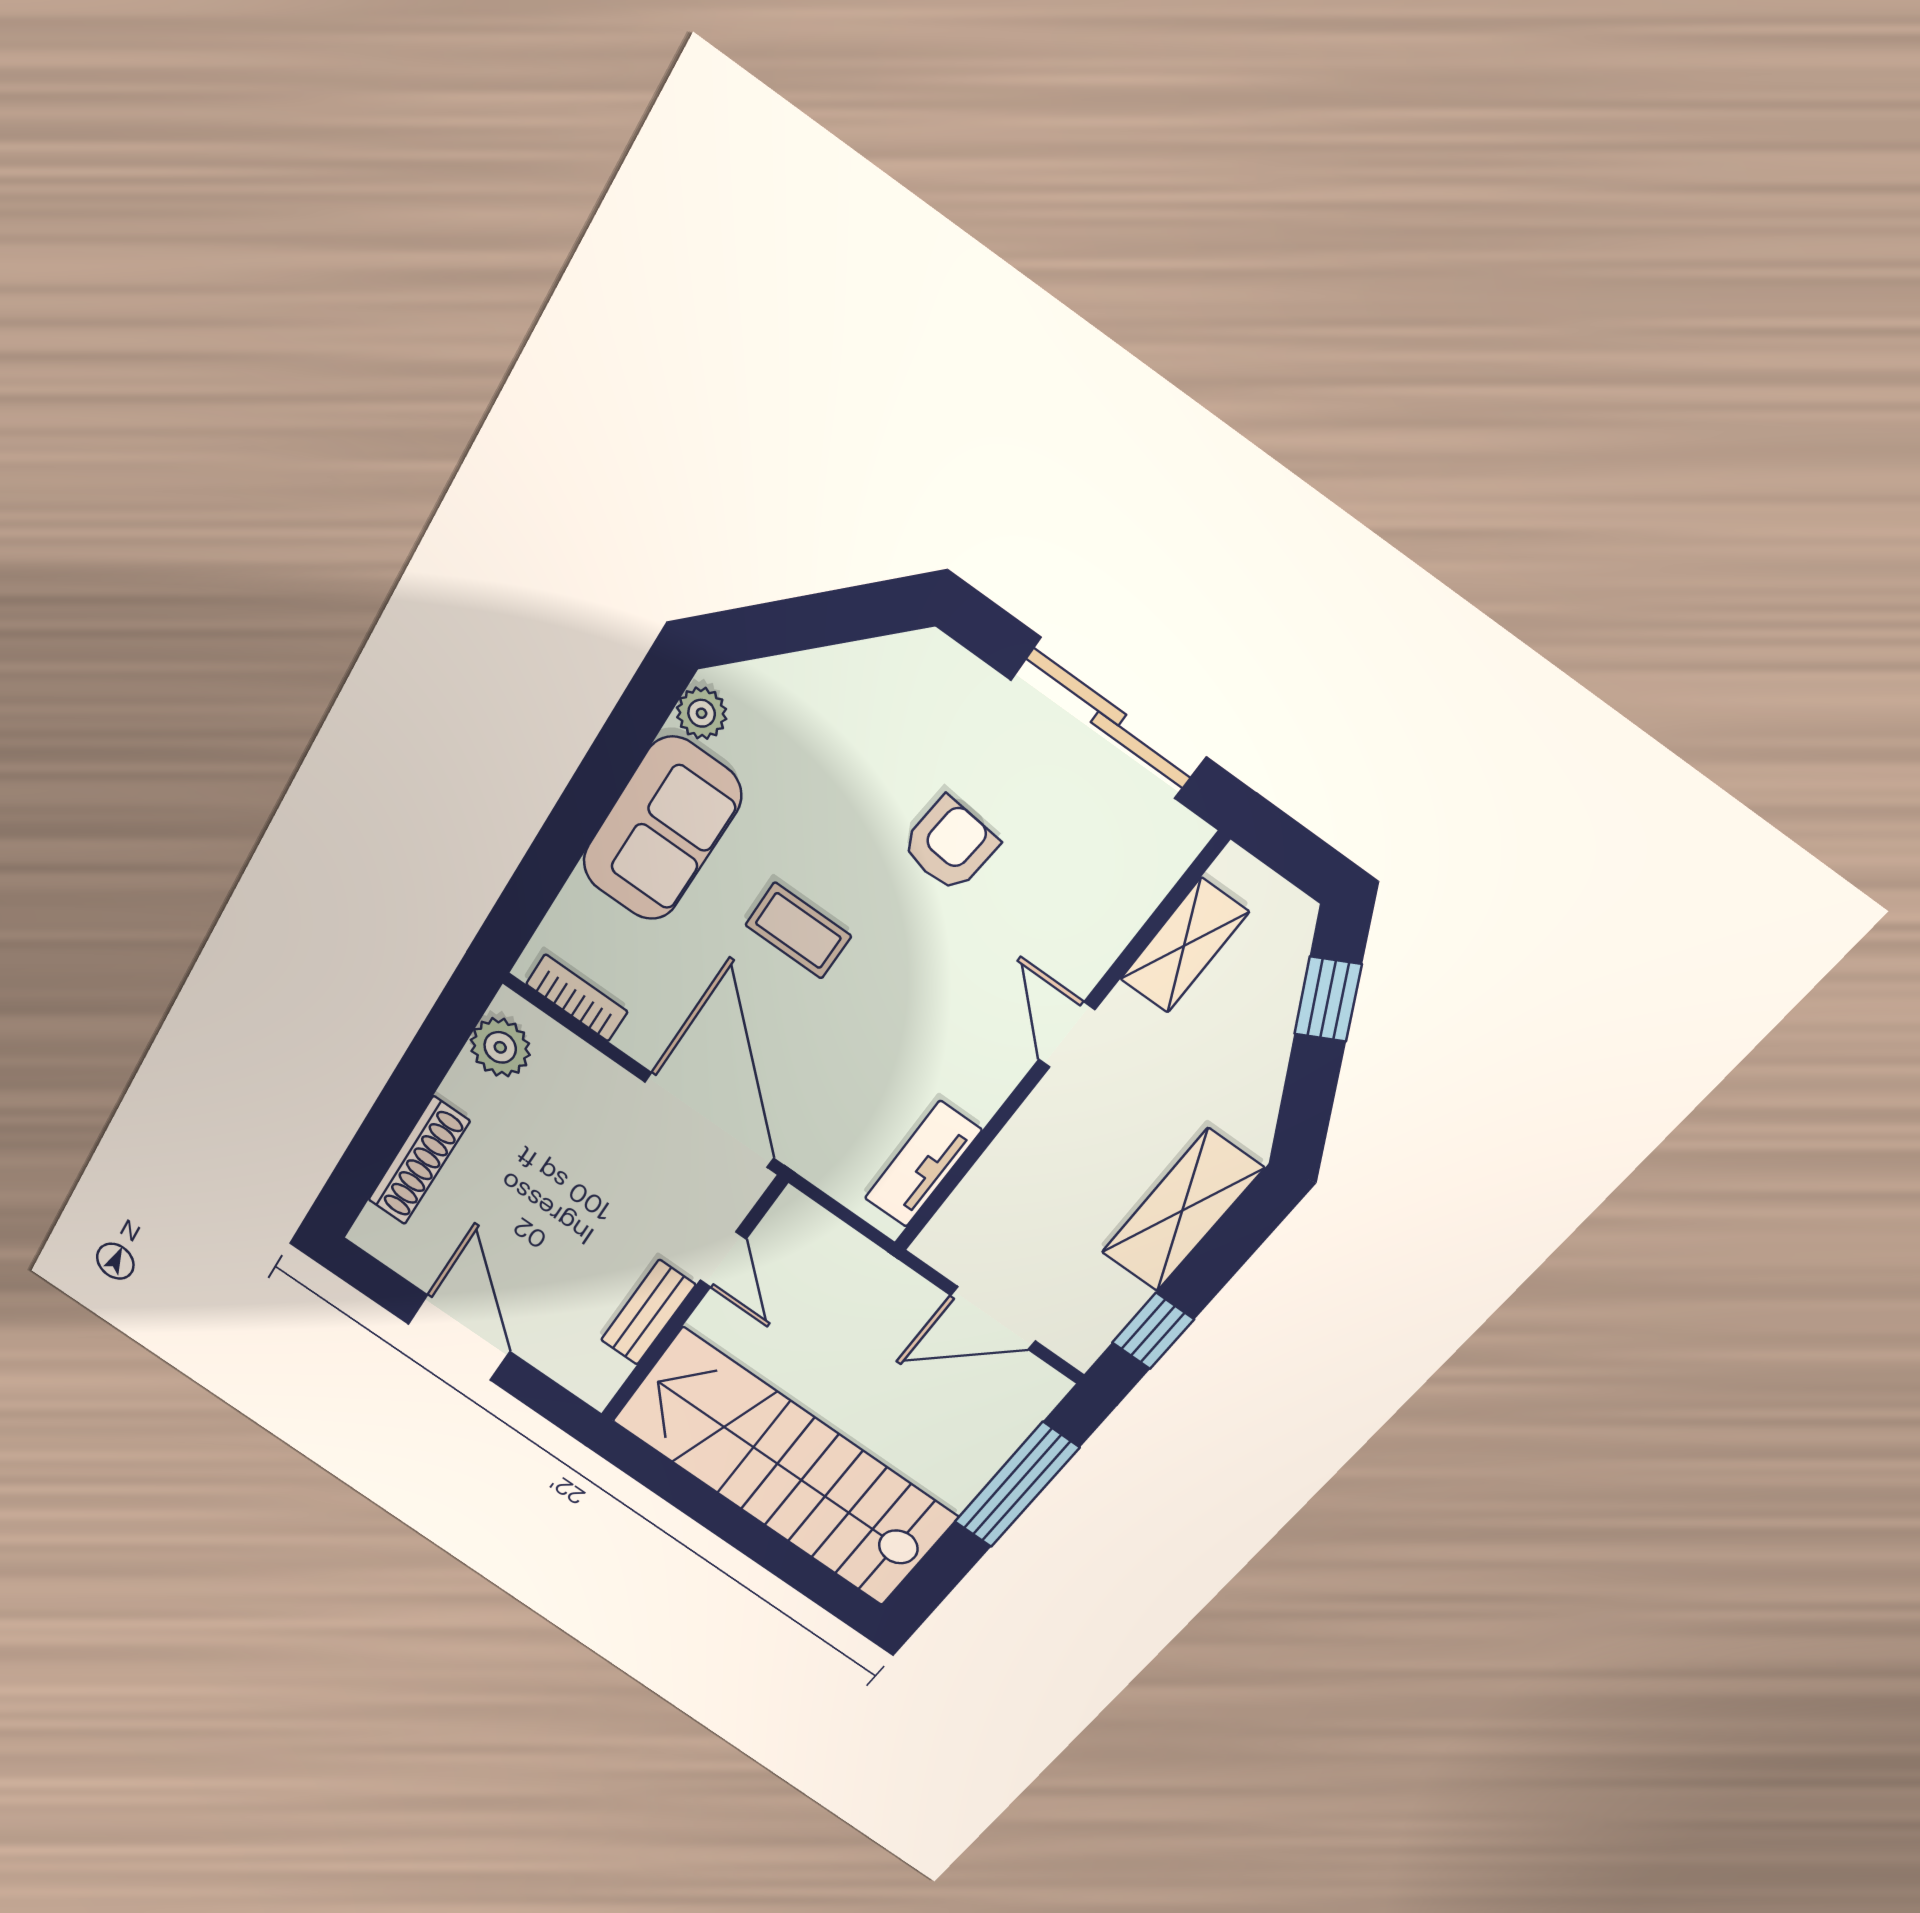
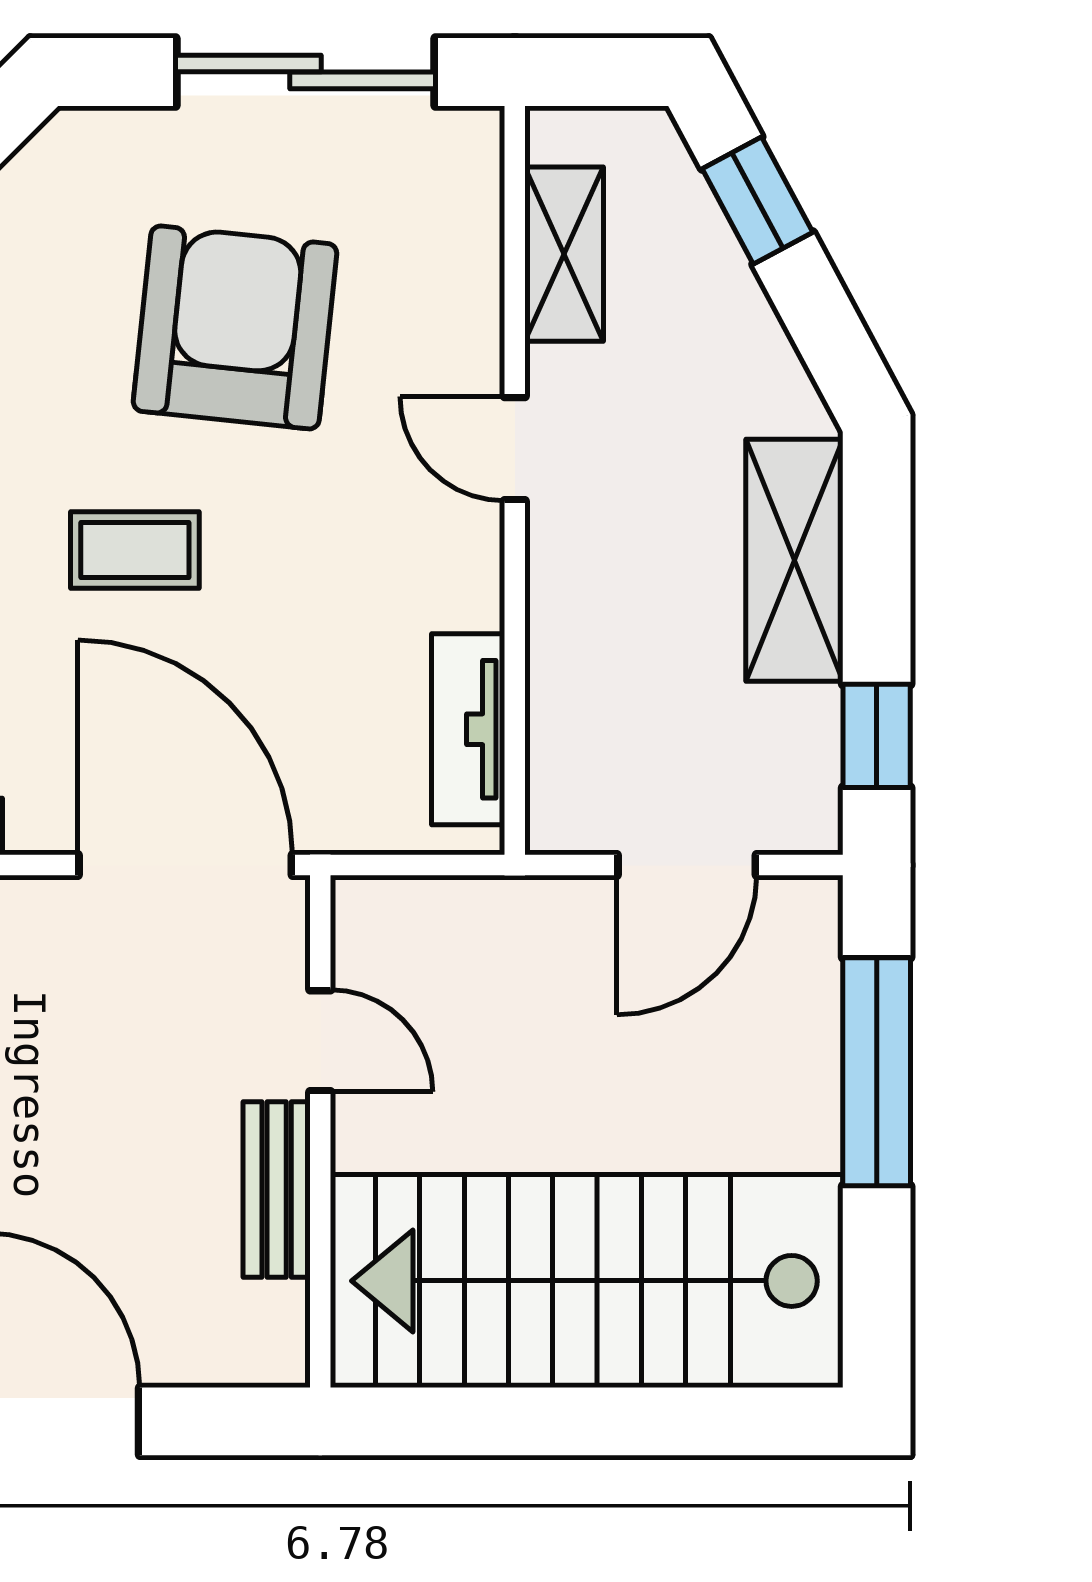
armchair: (950, 845) -> (235, 327), width x1.88, depth x1.88

